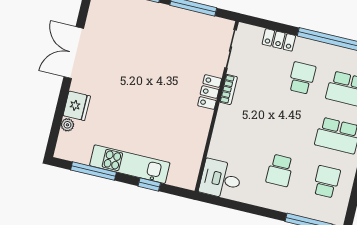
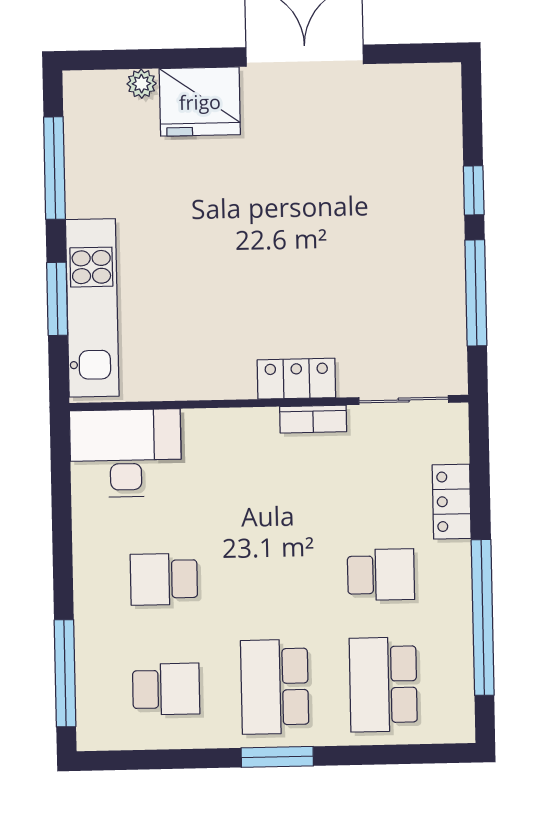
fridge: (77, 106) -> (200, 102), width x1.36, depth x1.34
kitchen unit: (130, 164) -> (92, 308), moved
desk: (221, 179) -> (126, 453), width x1.37
window: (149, 184) -> (57, 299), width x1.50

